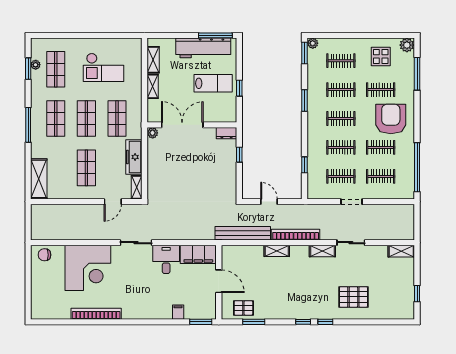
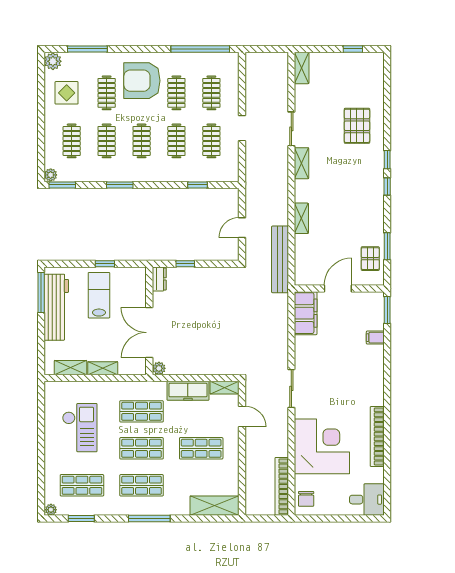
plant: (36, 65) -> (51, 510), moved
bookcase: (296, 235) -> (282, 486), moved
desk: (166, 259) -> (367, 500), moved, turned 180

